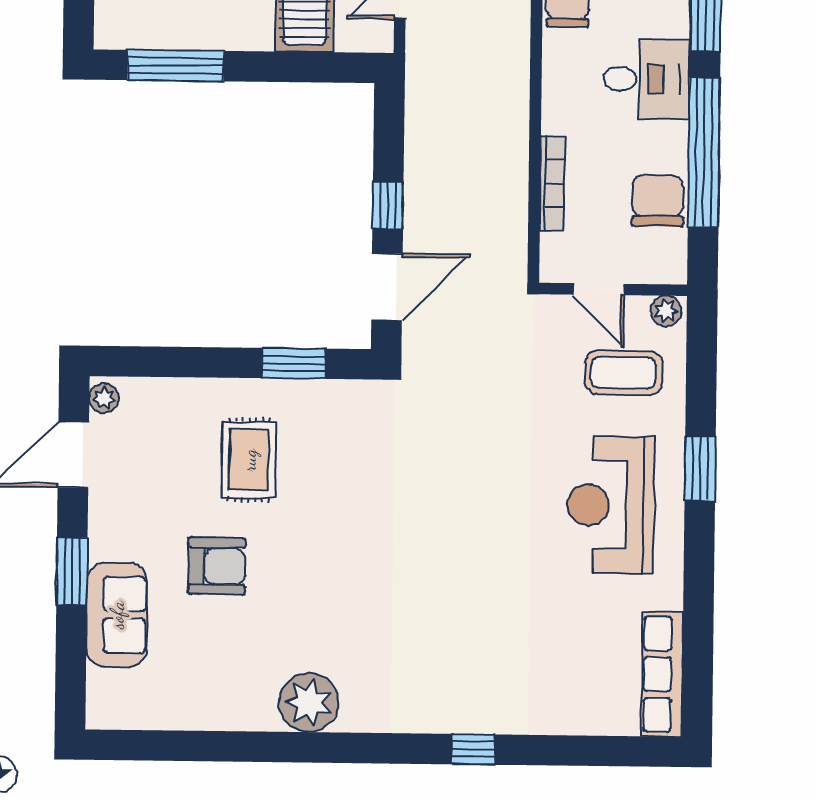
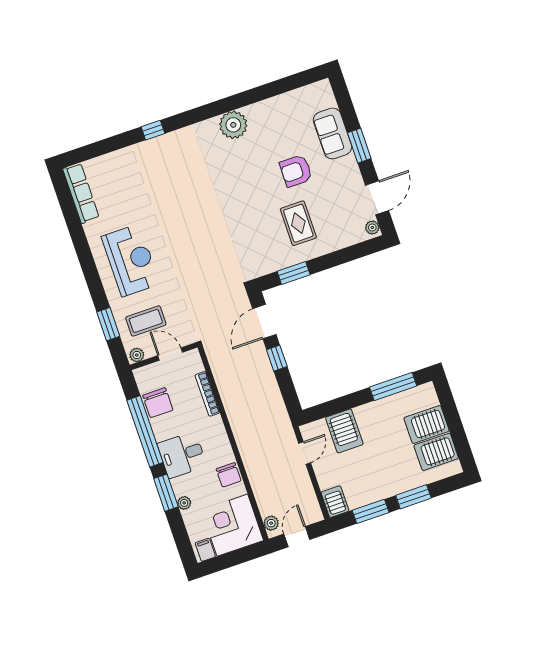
window: (700, 468) -> (108, 324), moved

